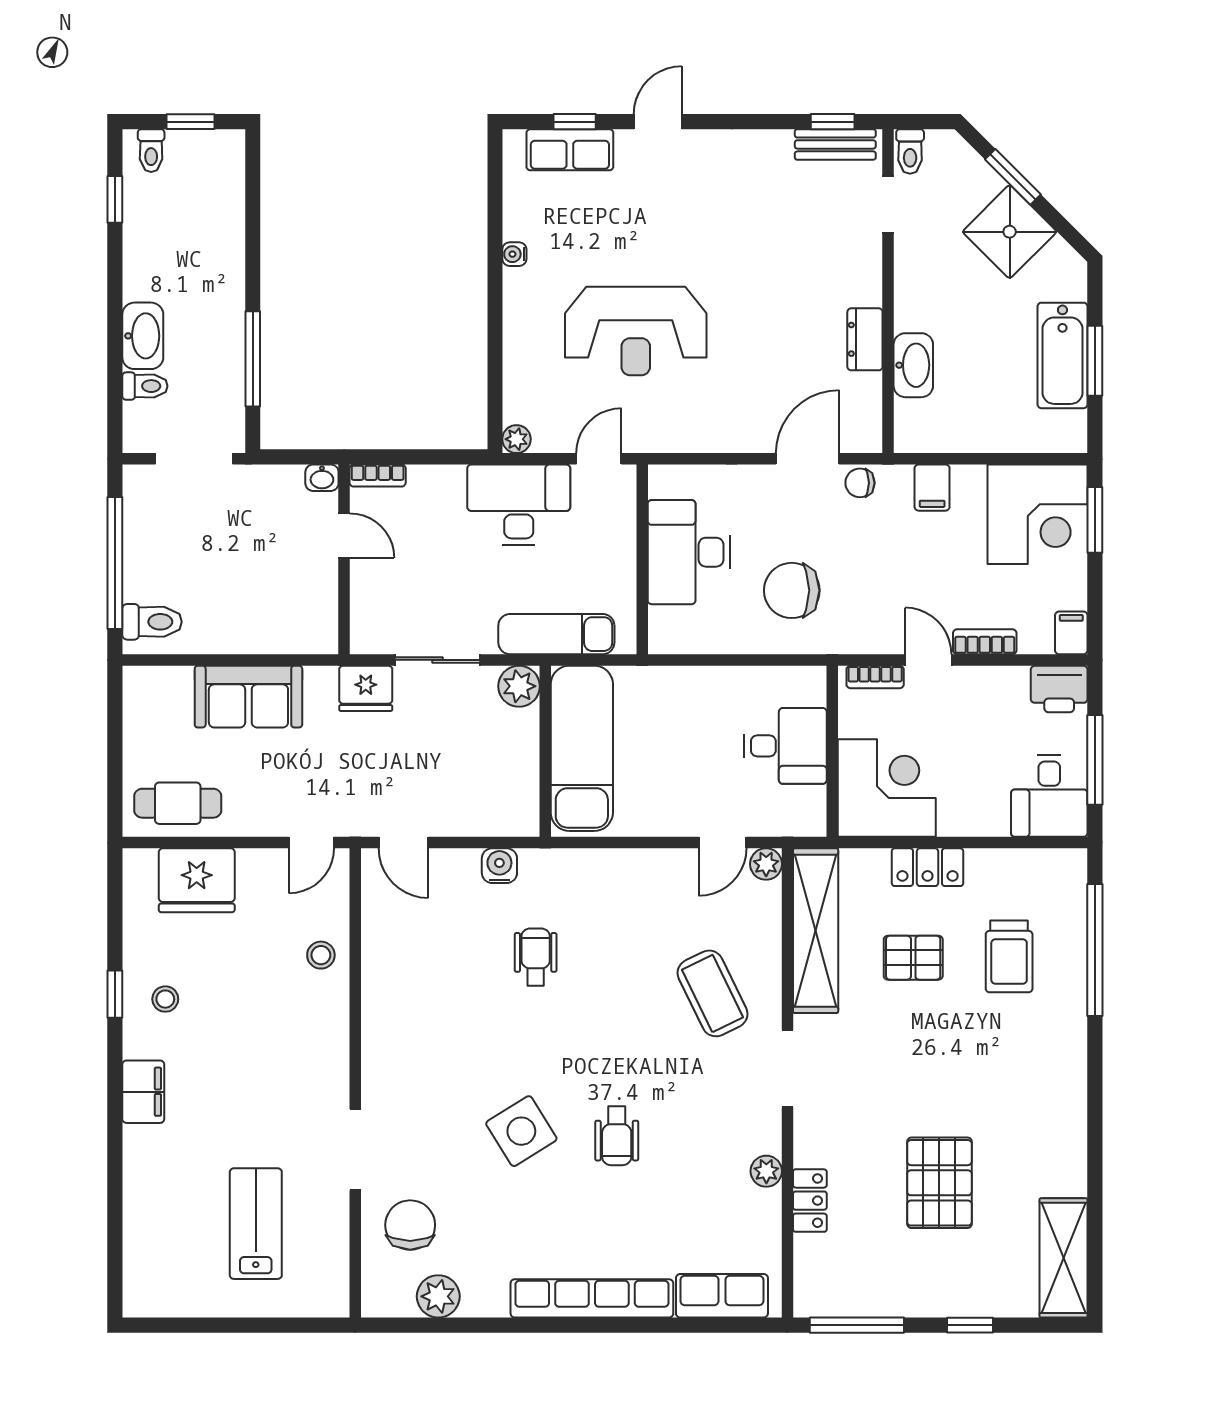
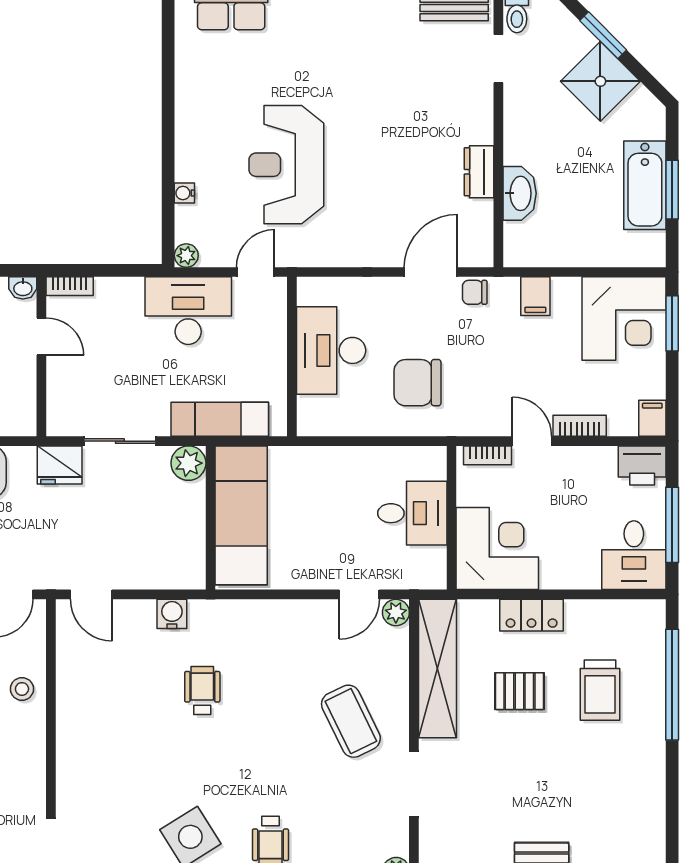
water cooler: (514, 254) -> (184, 193), moved
reception desk: (636, 331) -> (286, 165), turned 90

